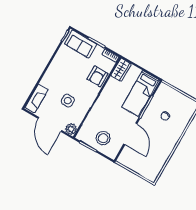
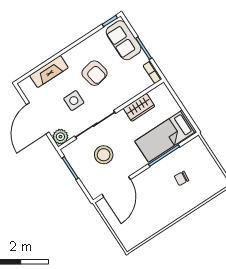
wardrobe: (121, 70) -> (139, 107), moved
armchair: (97, 76) -> (95, 73), moved, turned -102
fireplace: (37, 99) -> (49, 72), moved
door: (130, 134) -> (116, 187), moved
stool: (103, 138) -> (104, 155), moved

